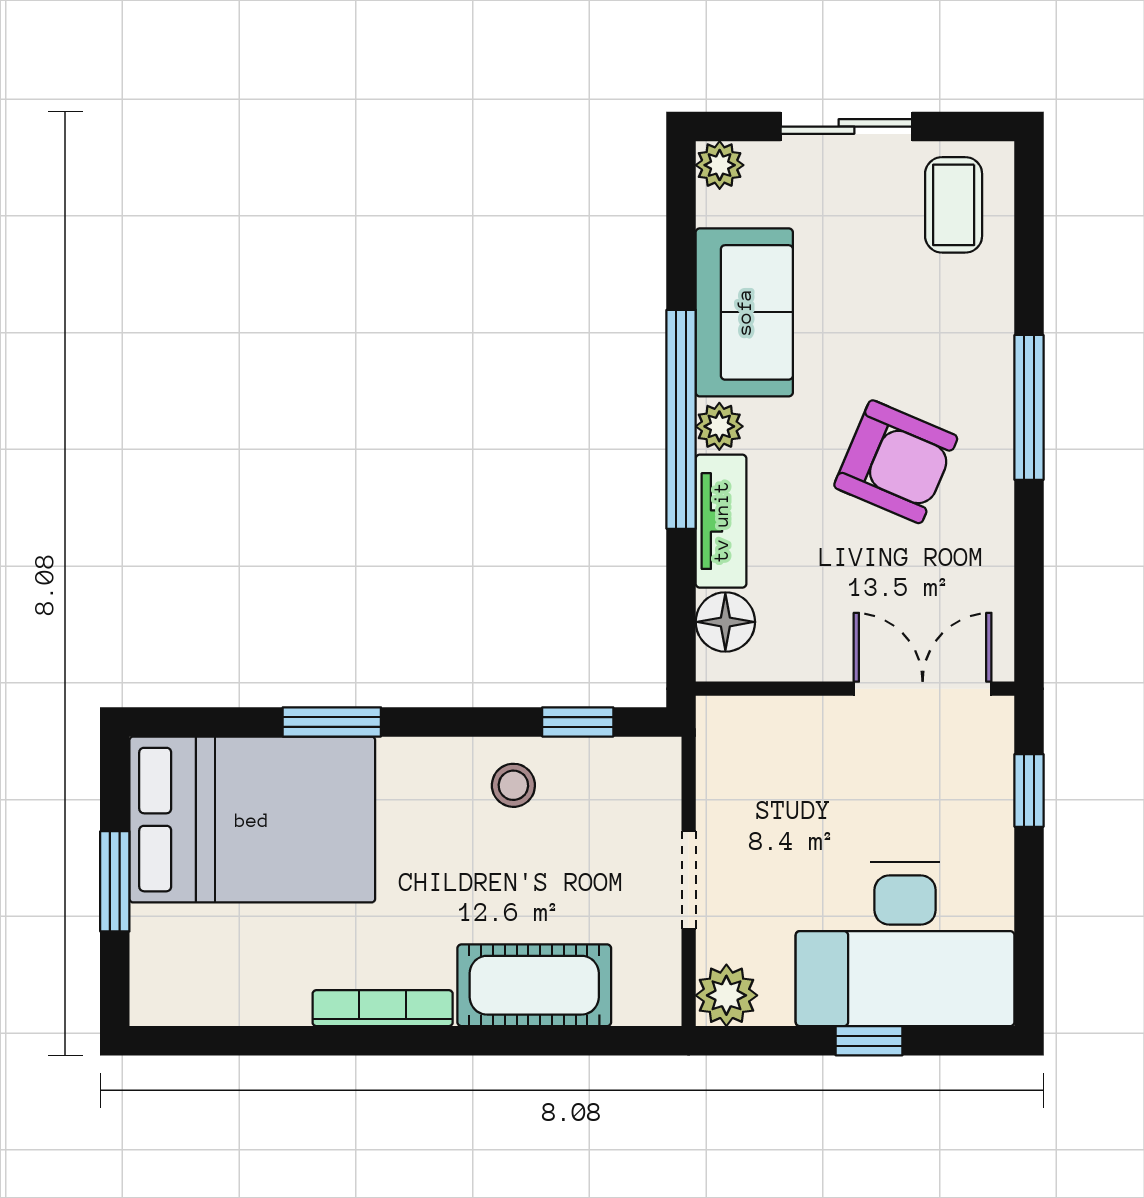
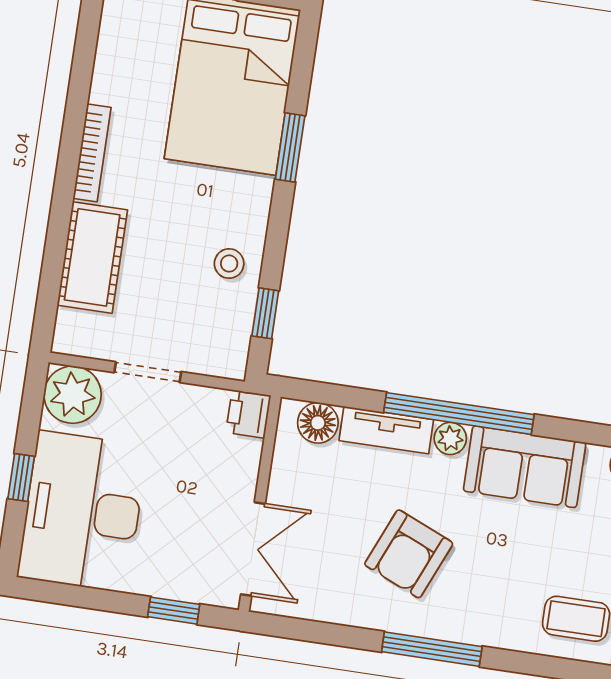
printer: (728, 725) -> (248, 414), added
plant: (726, 995) -> (73, 395), width x1.36, depth x1.36

